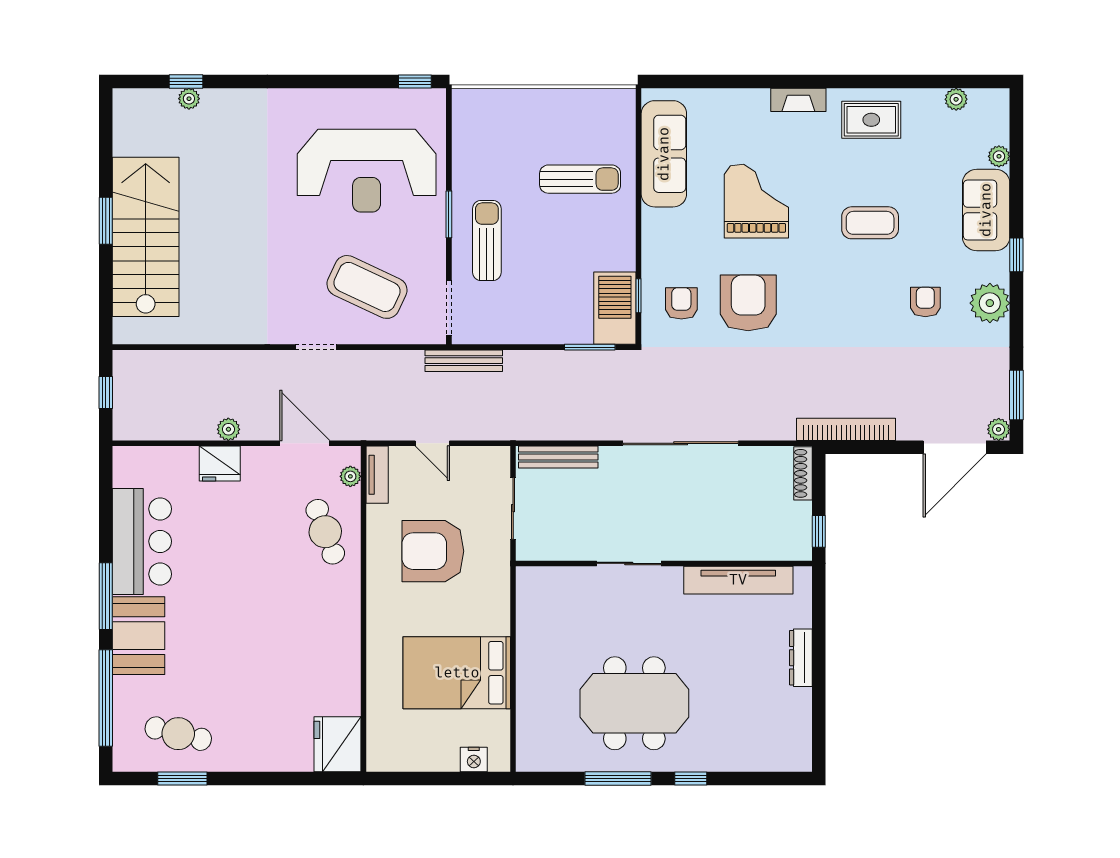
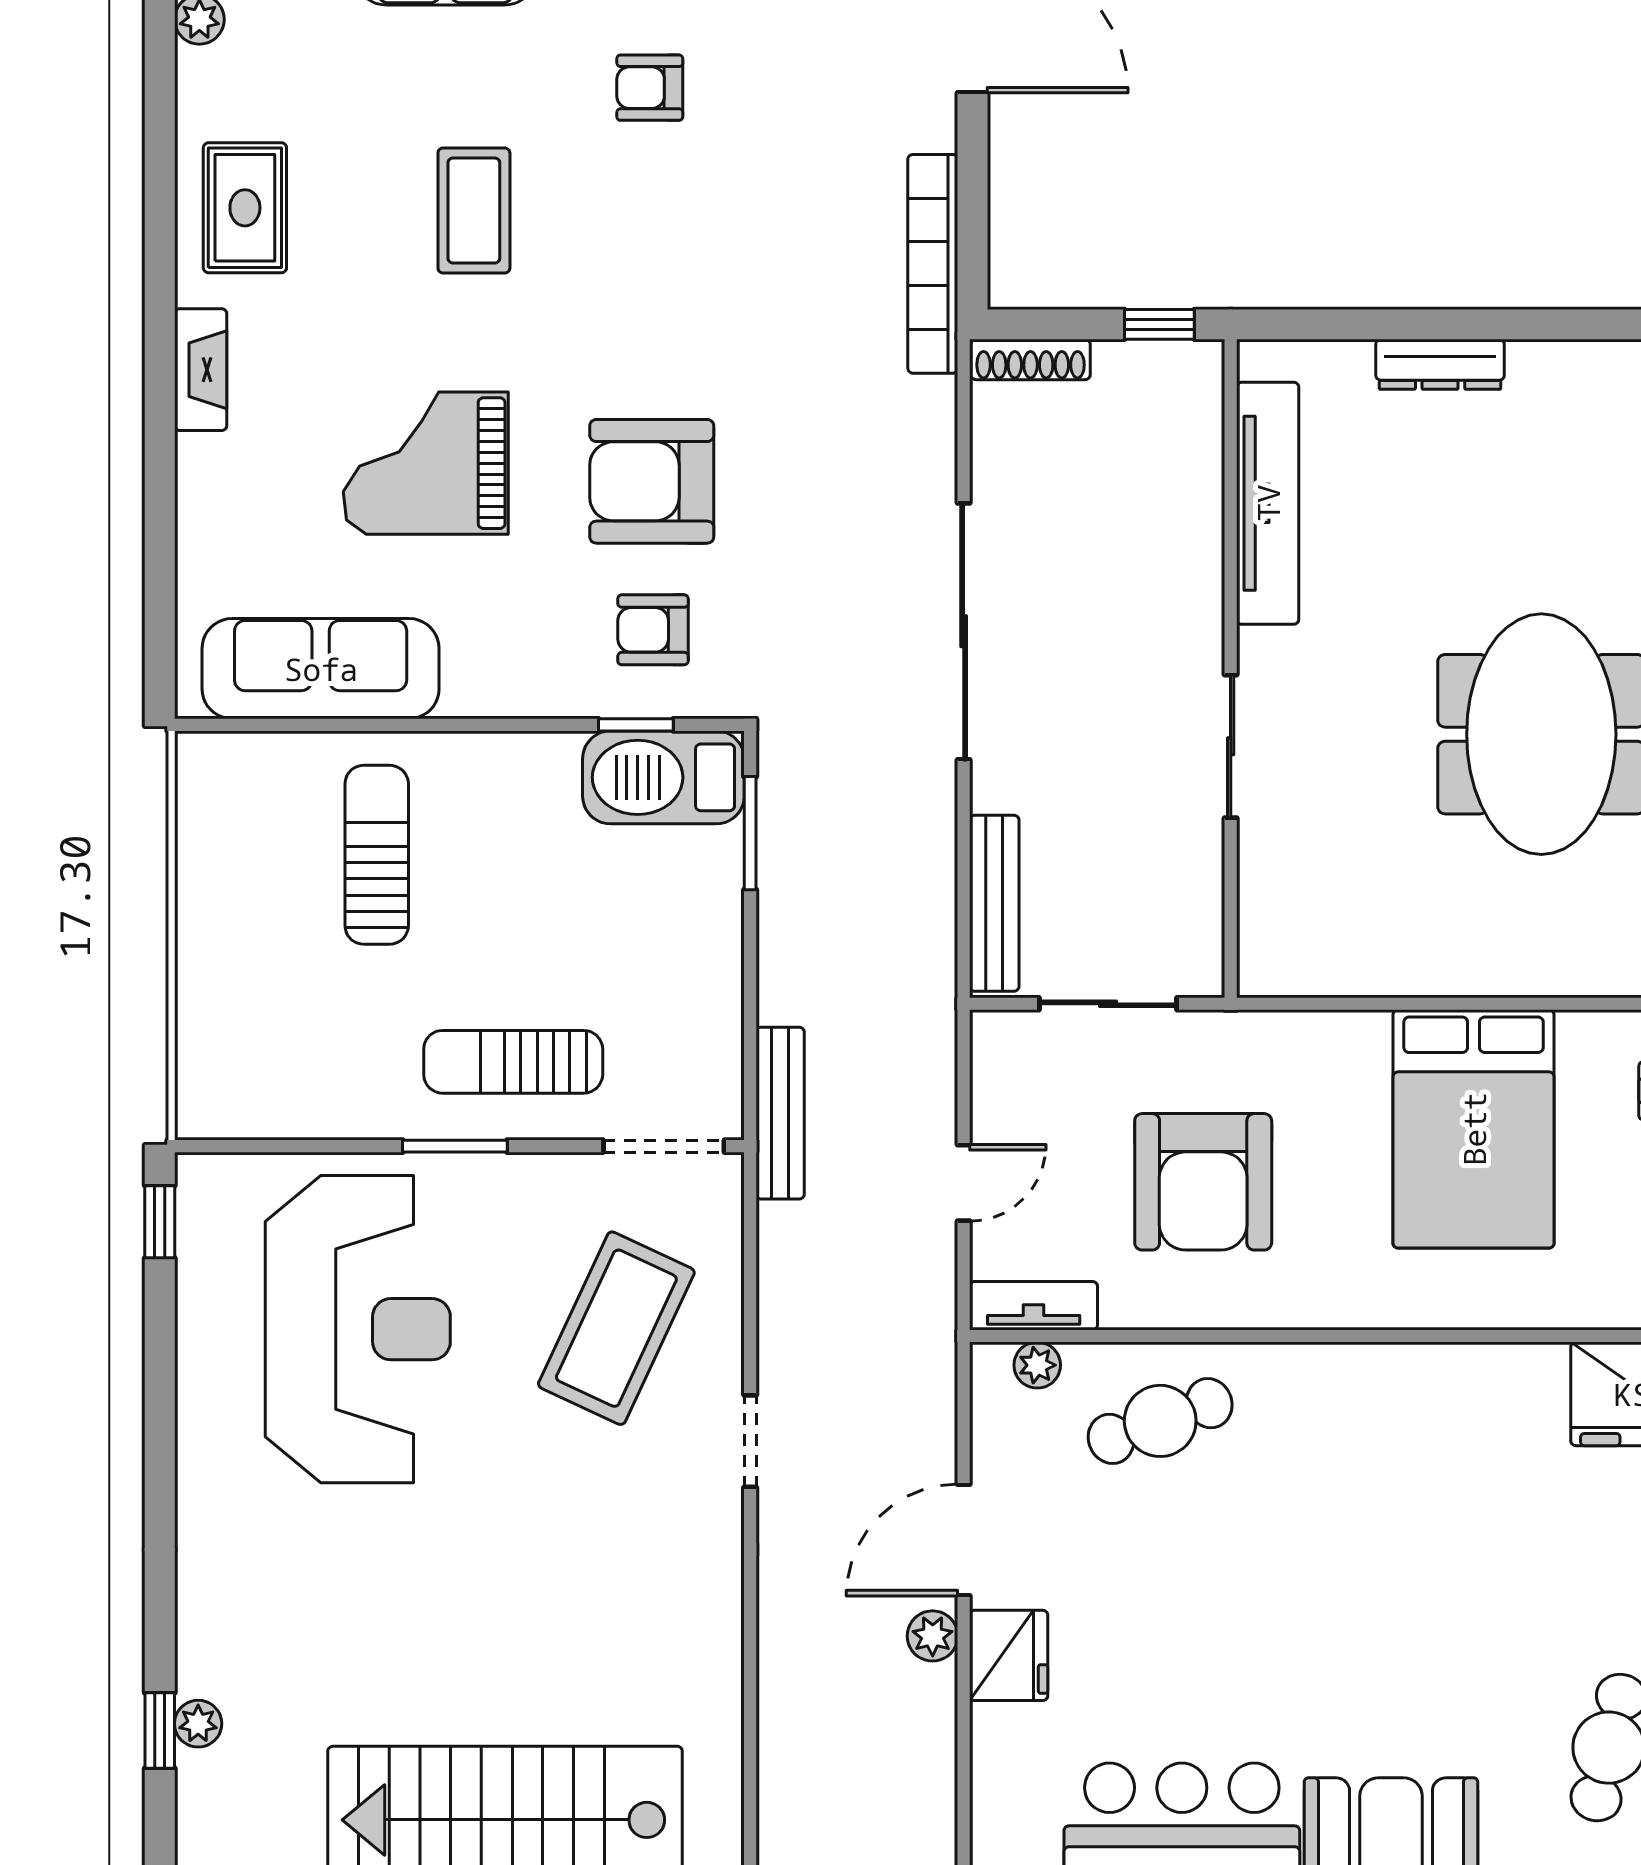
door: (305, 443) -> (964, 1540), moved

